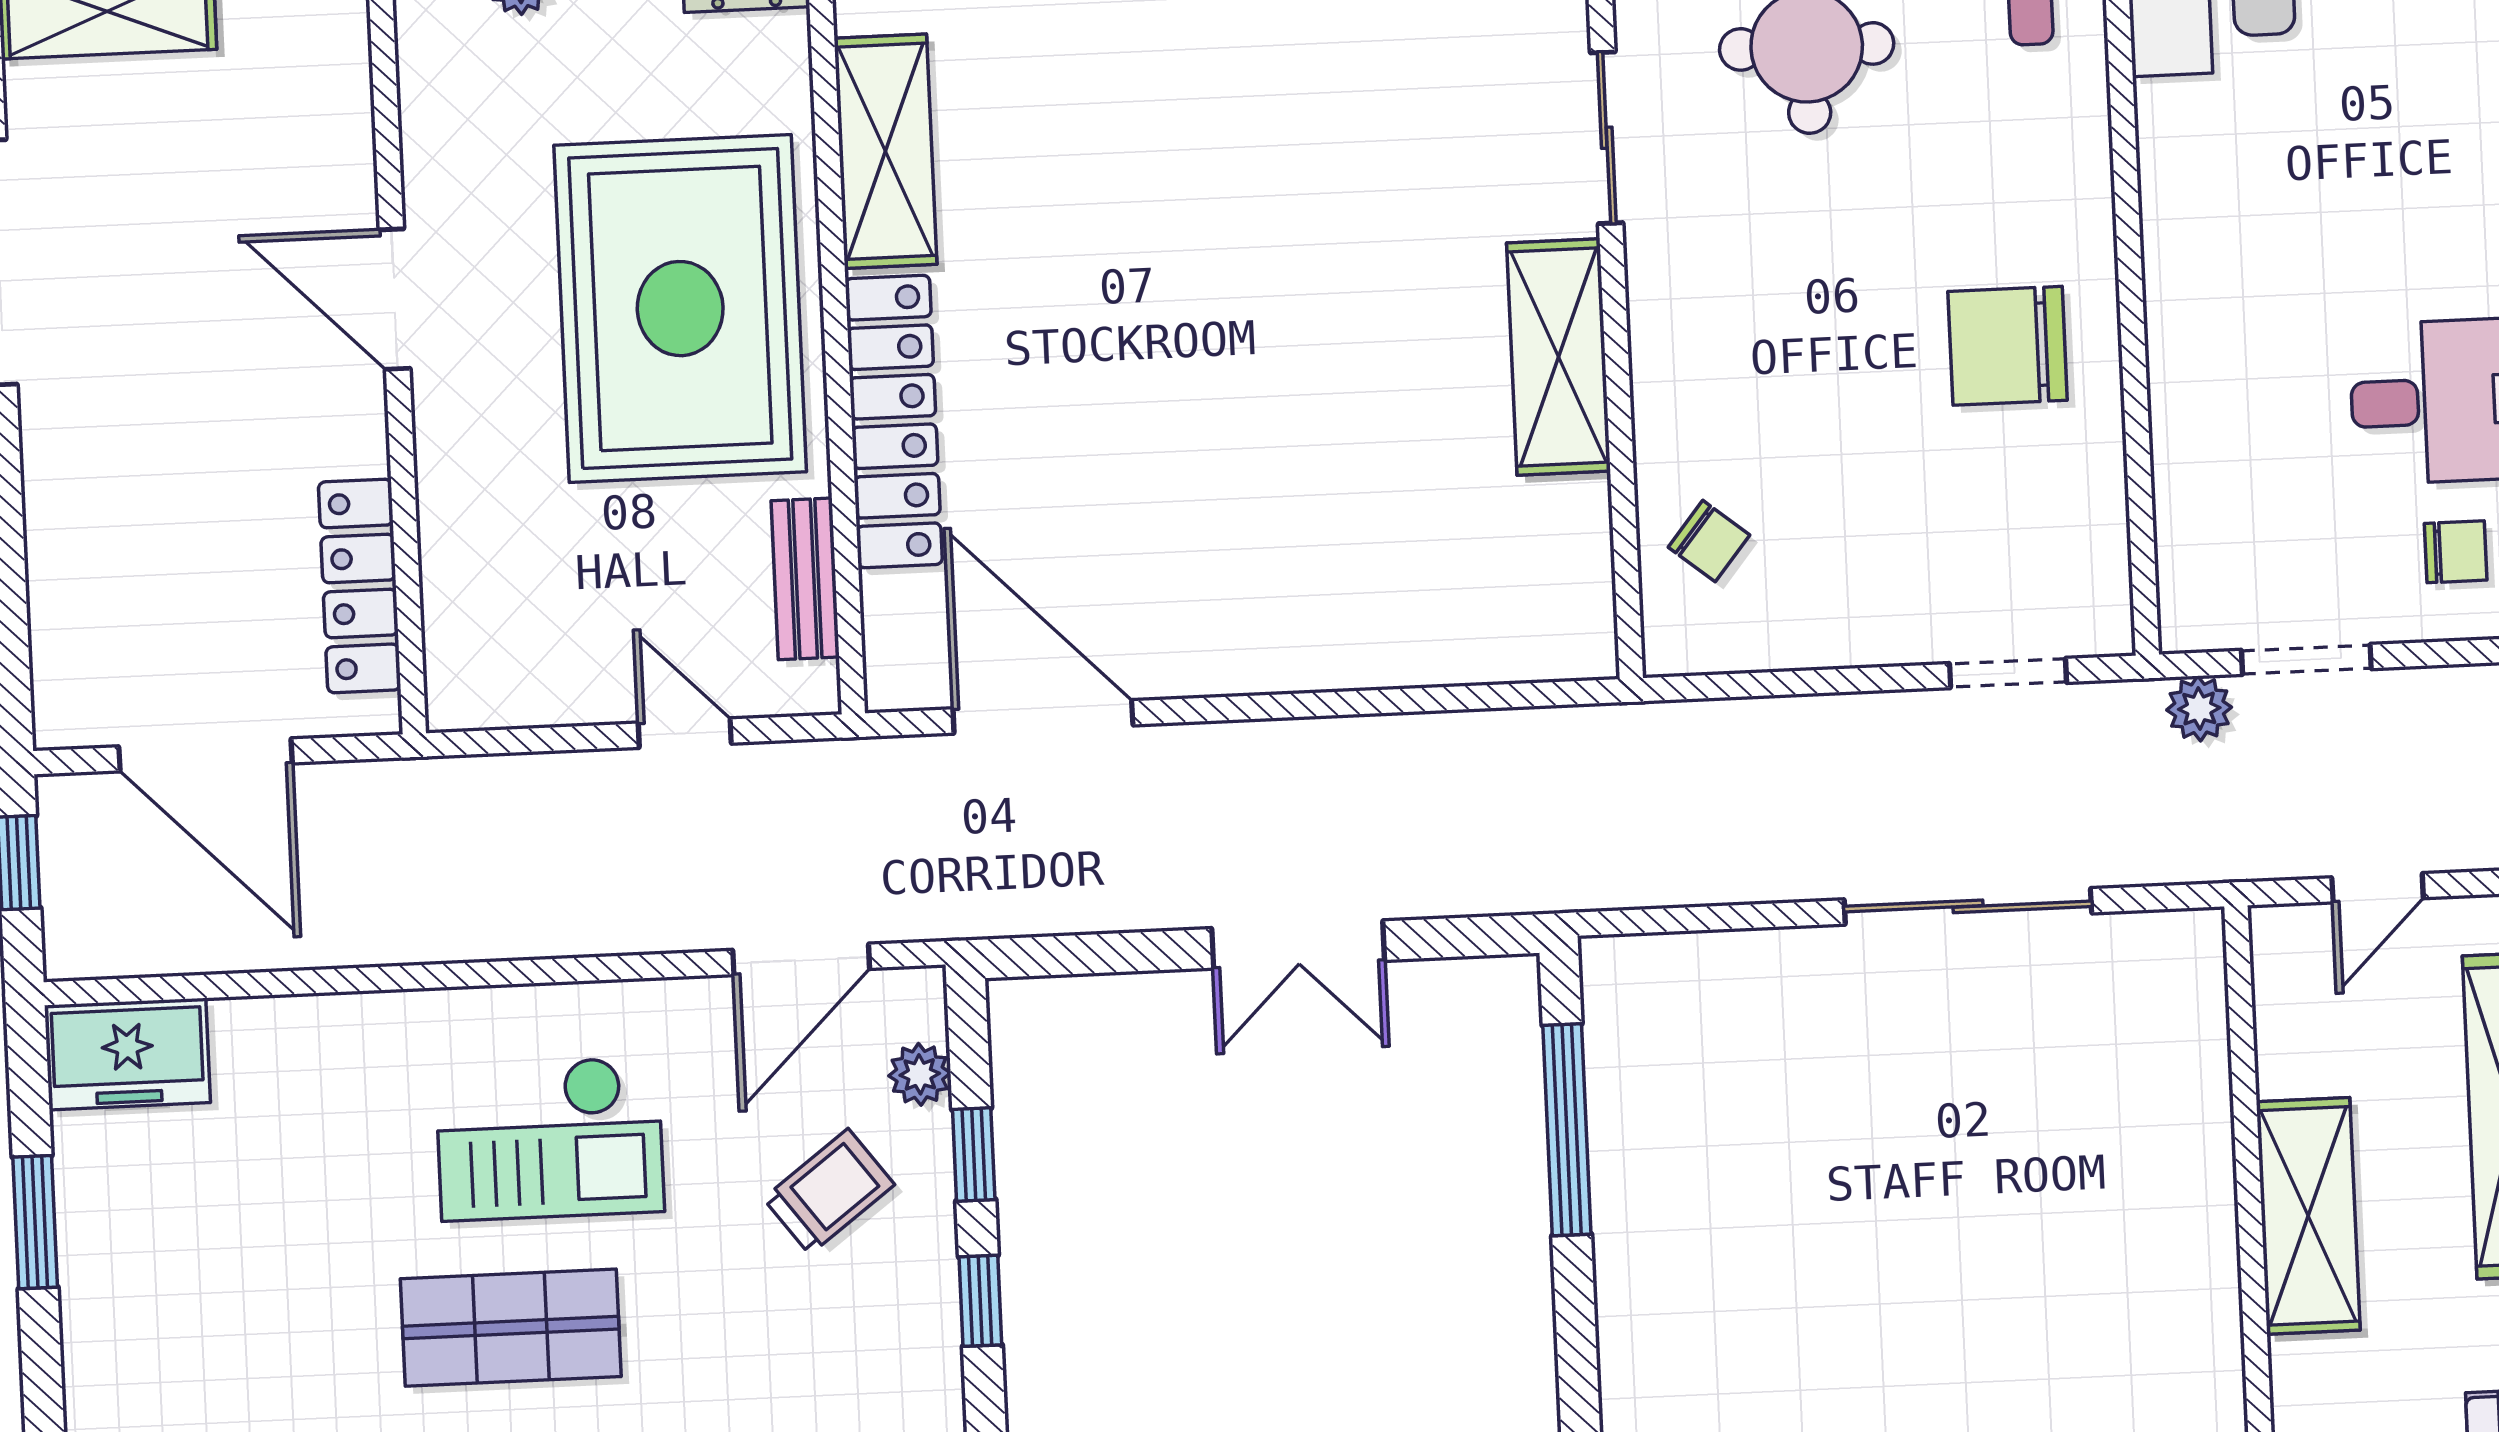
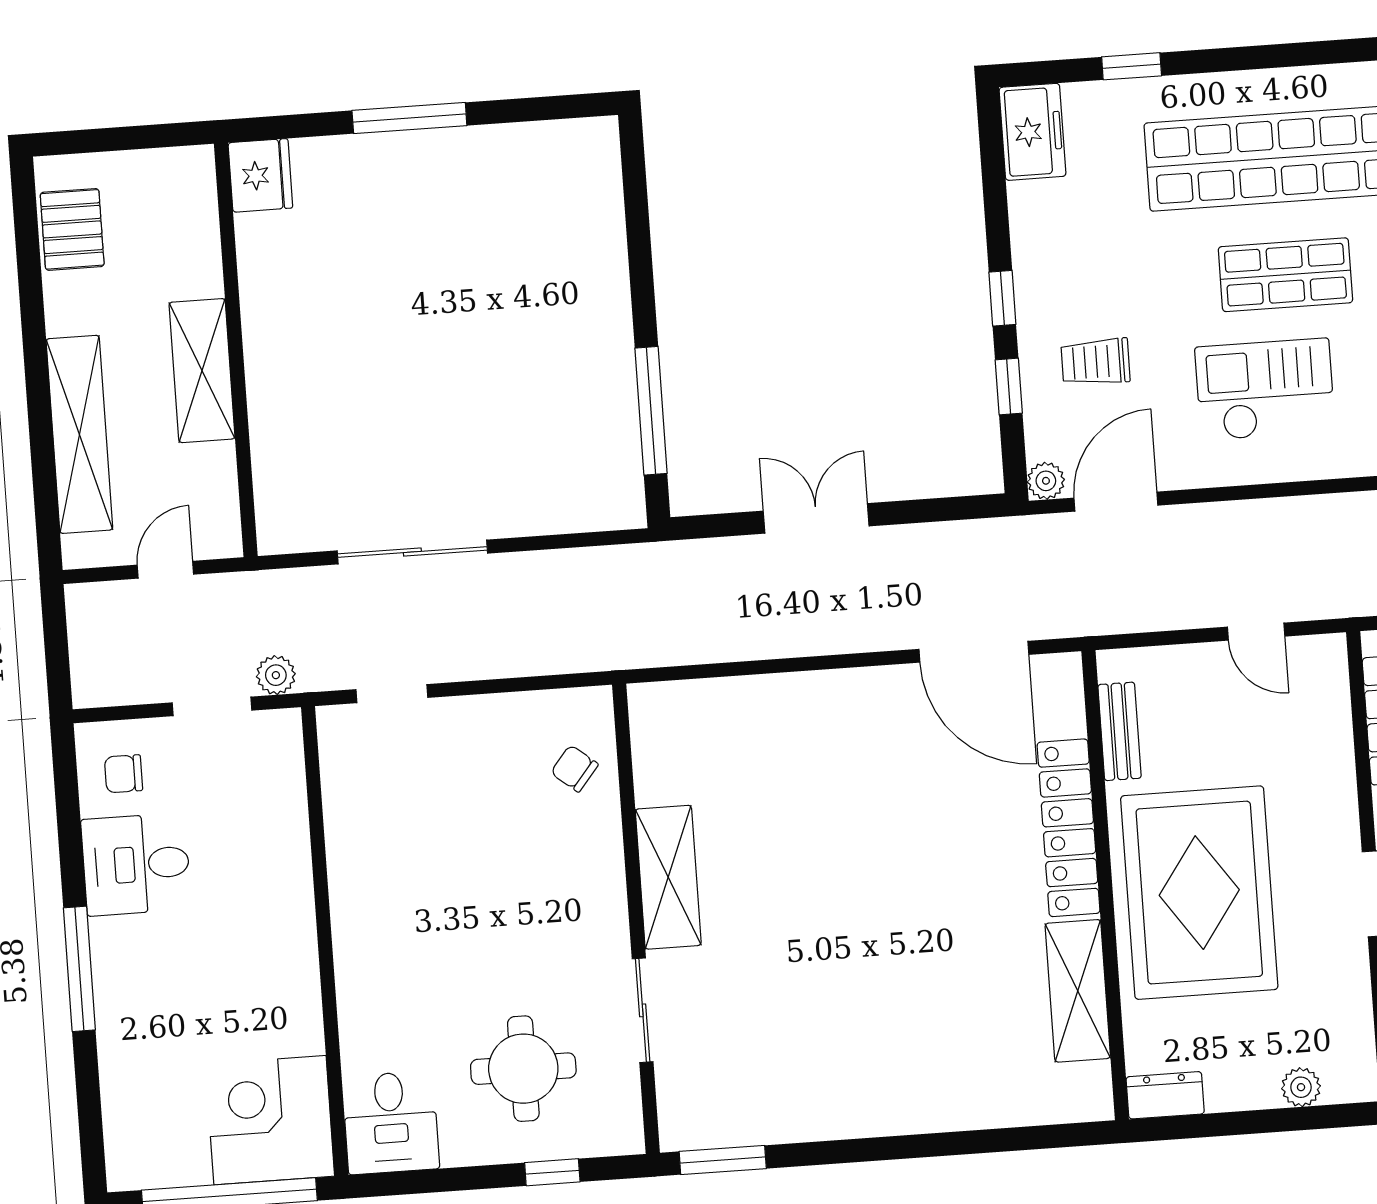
chair: (2008, 346) -> (397, 891), removed
door: (685, 733) -> (1256, 632), moved
plant: (920, 1074) -> (1046, 481), moved
trolley: (829, 1192) -> (1095, 362), turned 37

